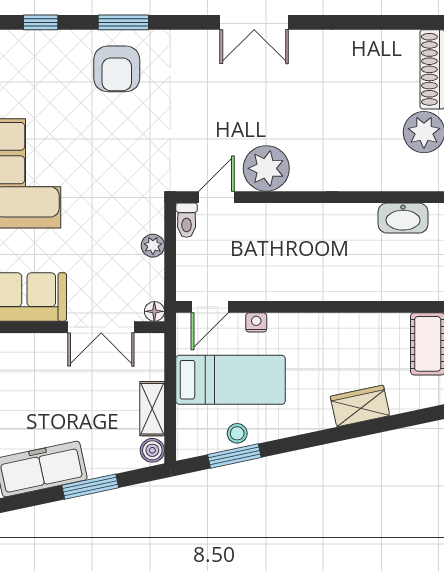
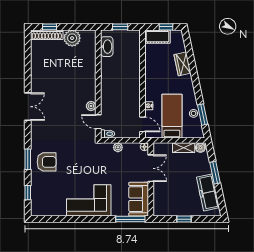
plant: (266, 168) -> (91, 106), width x0.53, depth x0.53

